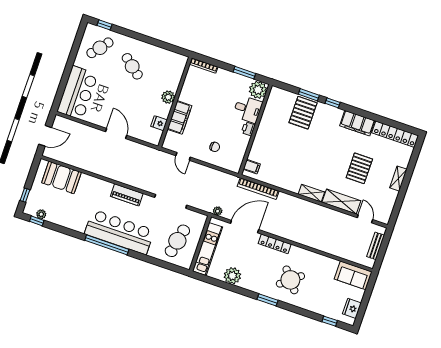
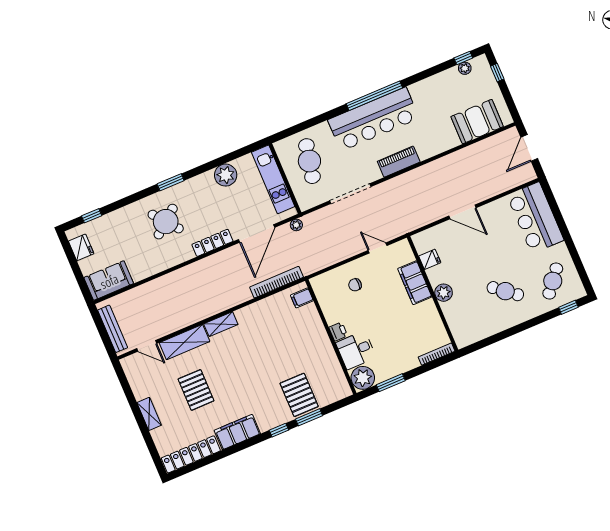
bench: (376, 246) -> (113, 329), width x1.36

